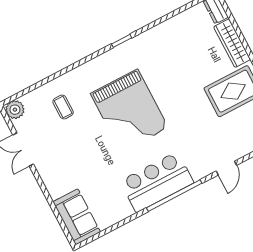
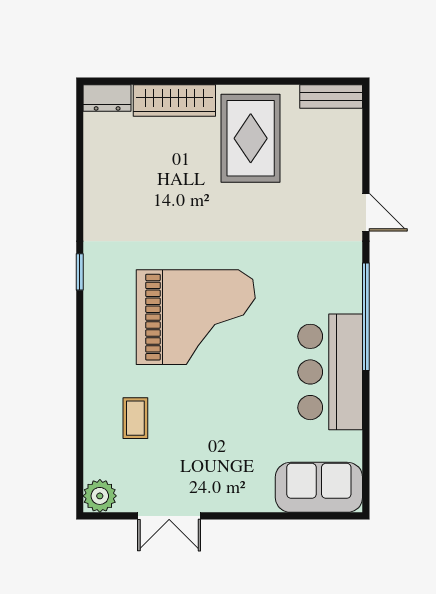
coffee table: (63, 107) -> (135, 418), turned 90
bar counter: (157, 182) -> (330, 372), moved

